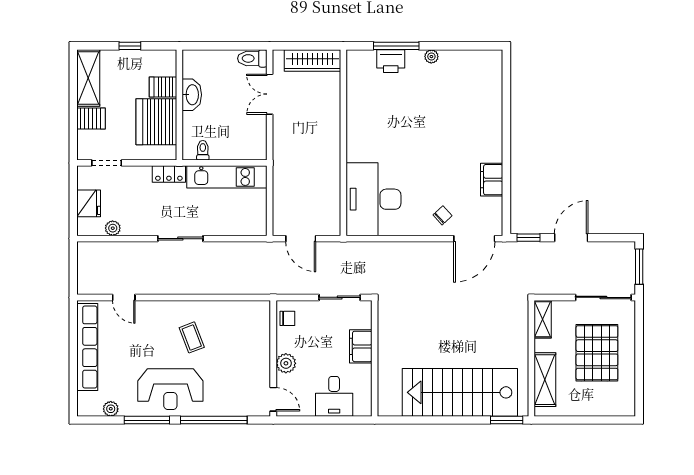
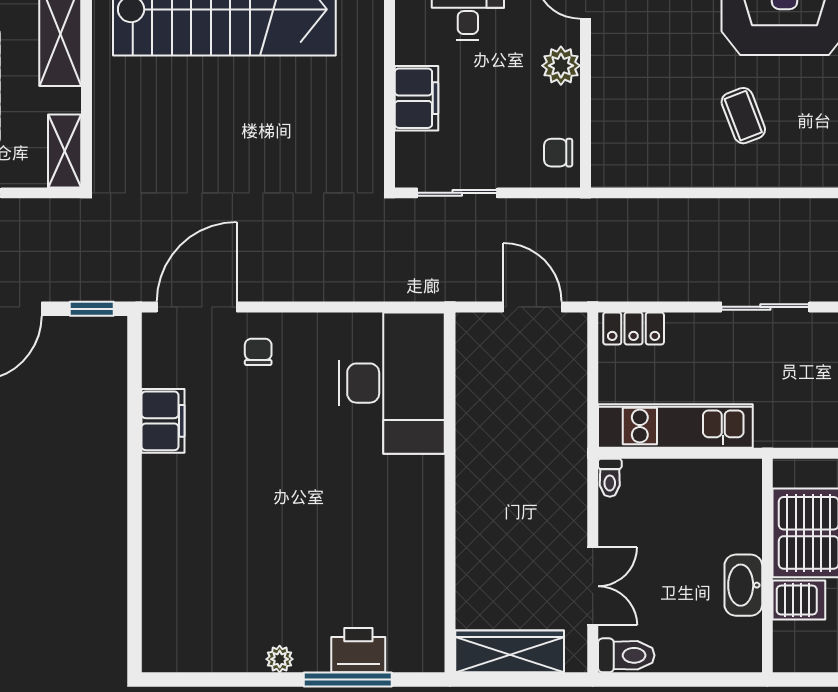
toilet: (203, 150) -> (610, 478), moved
locker: (169, 174) -> (634, 328), moved, turned 180
chair: (442, 215) -> (258, 352), turned 133

